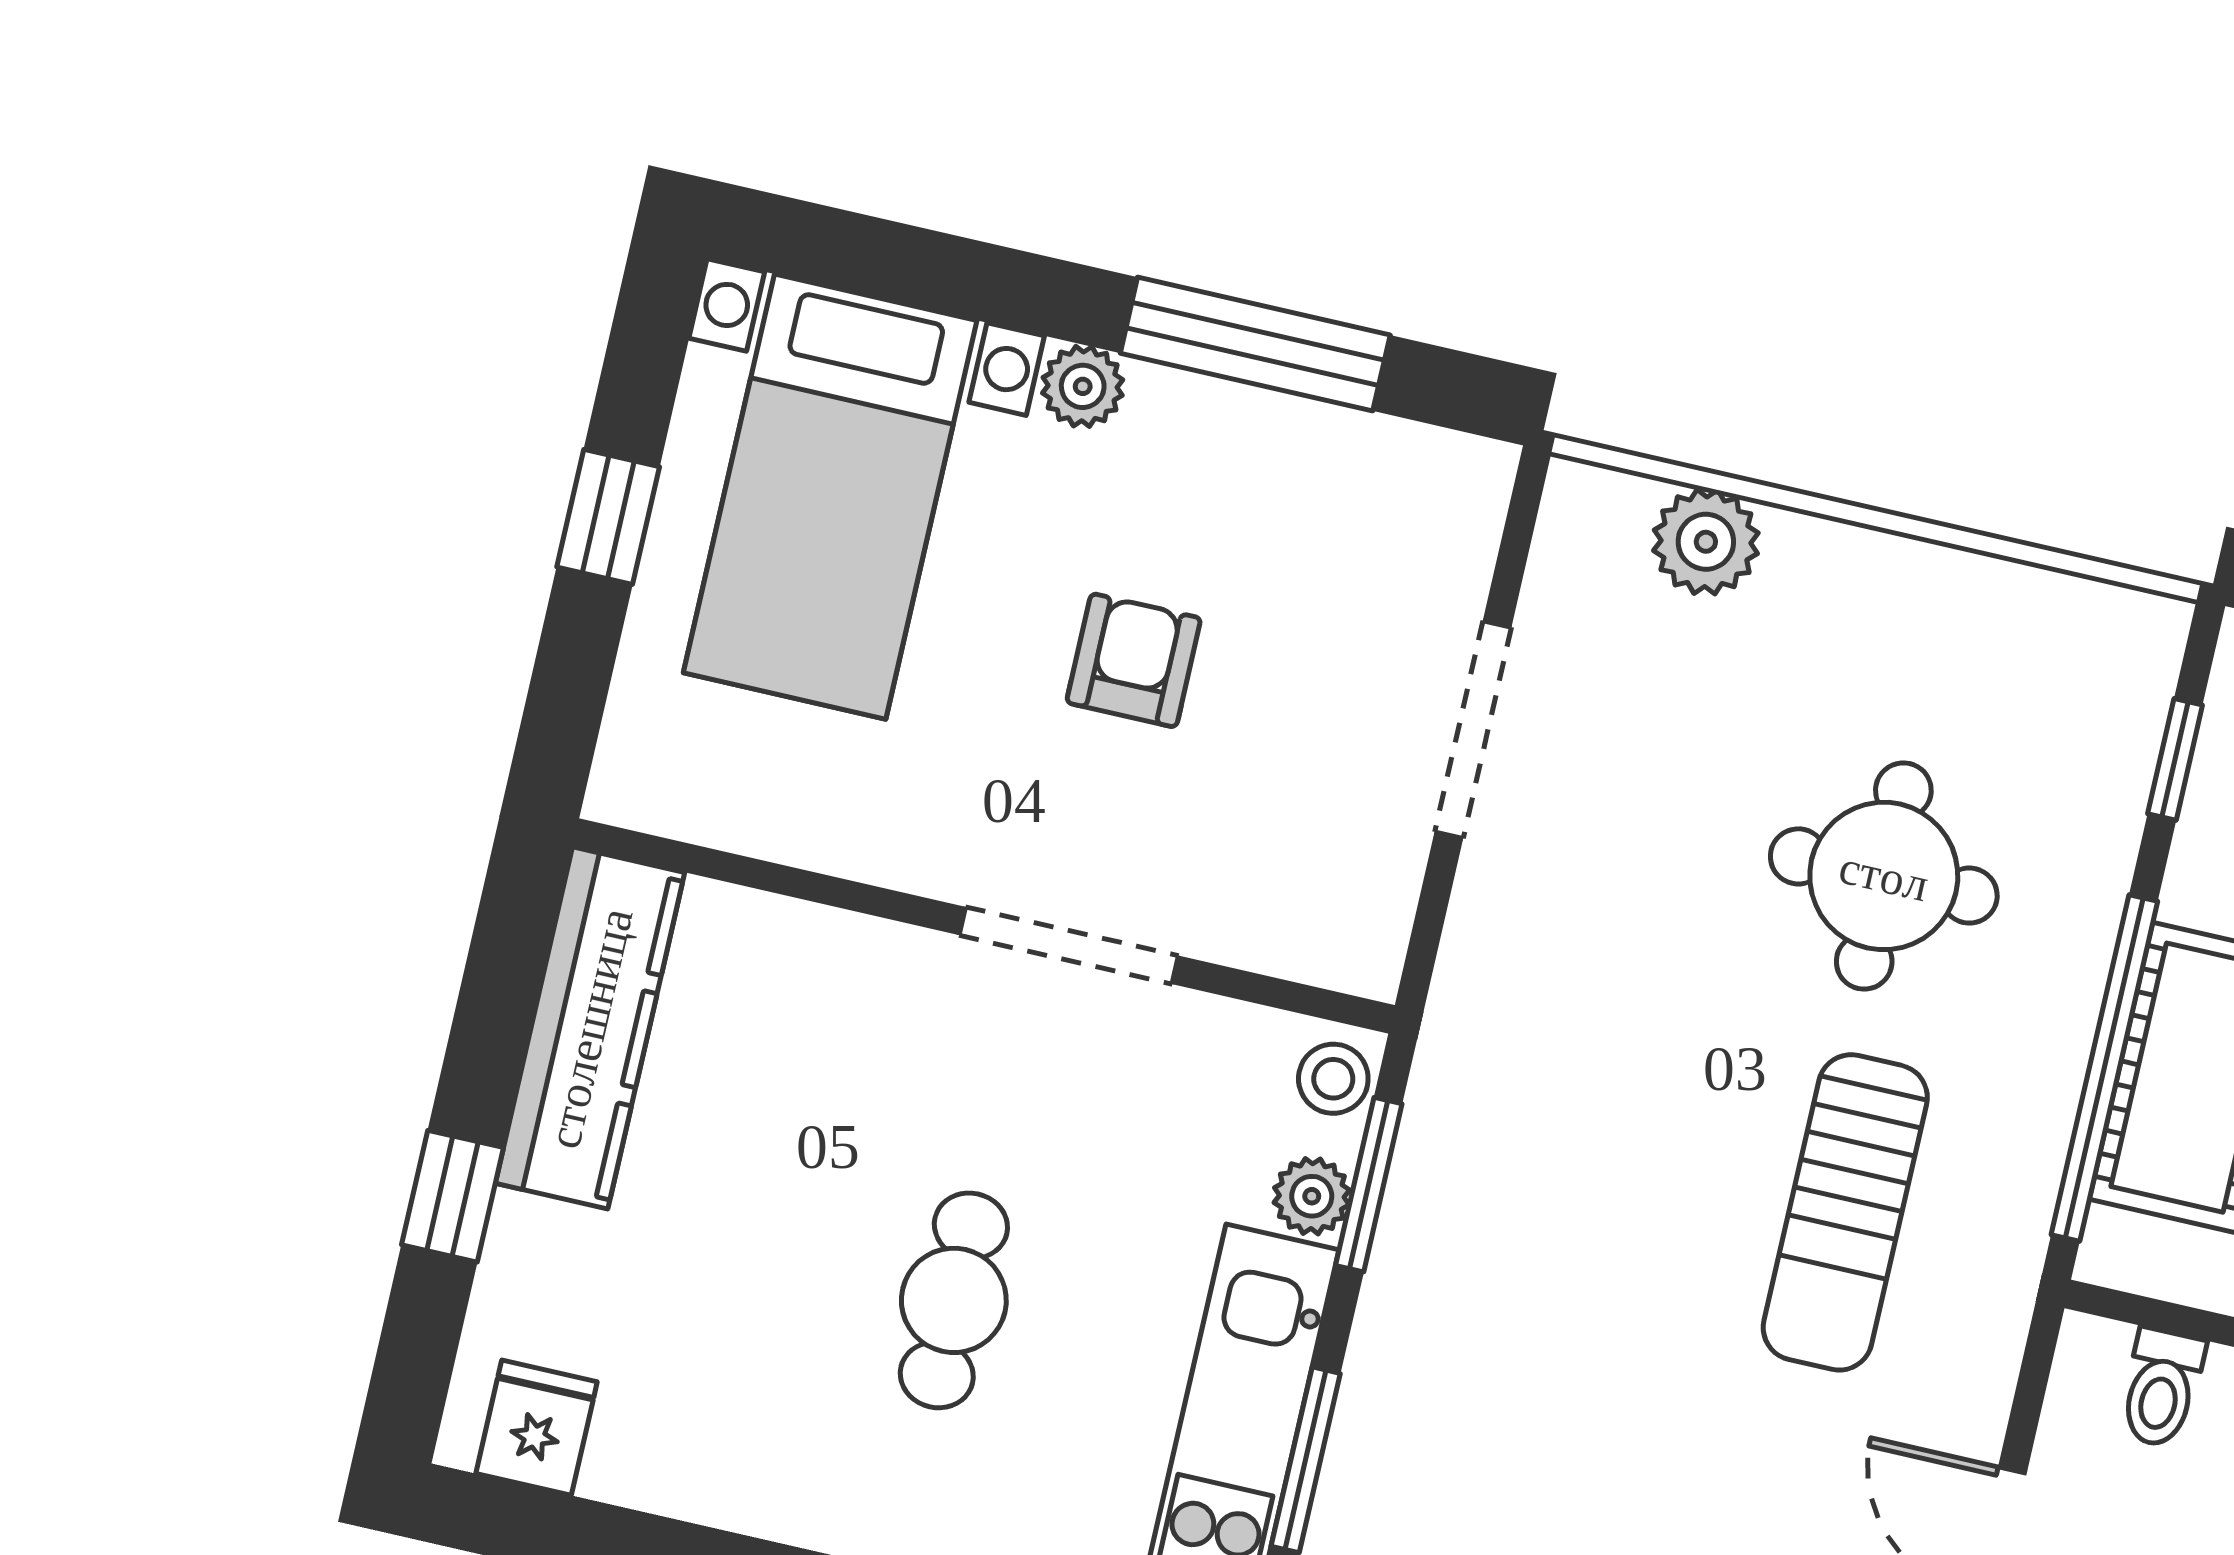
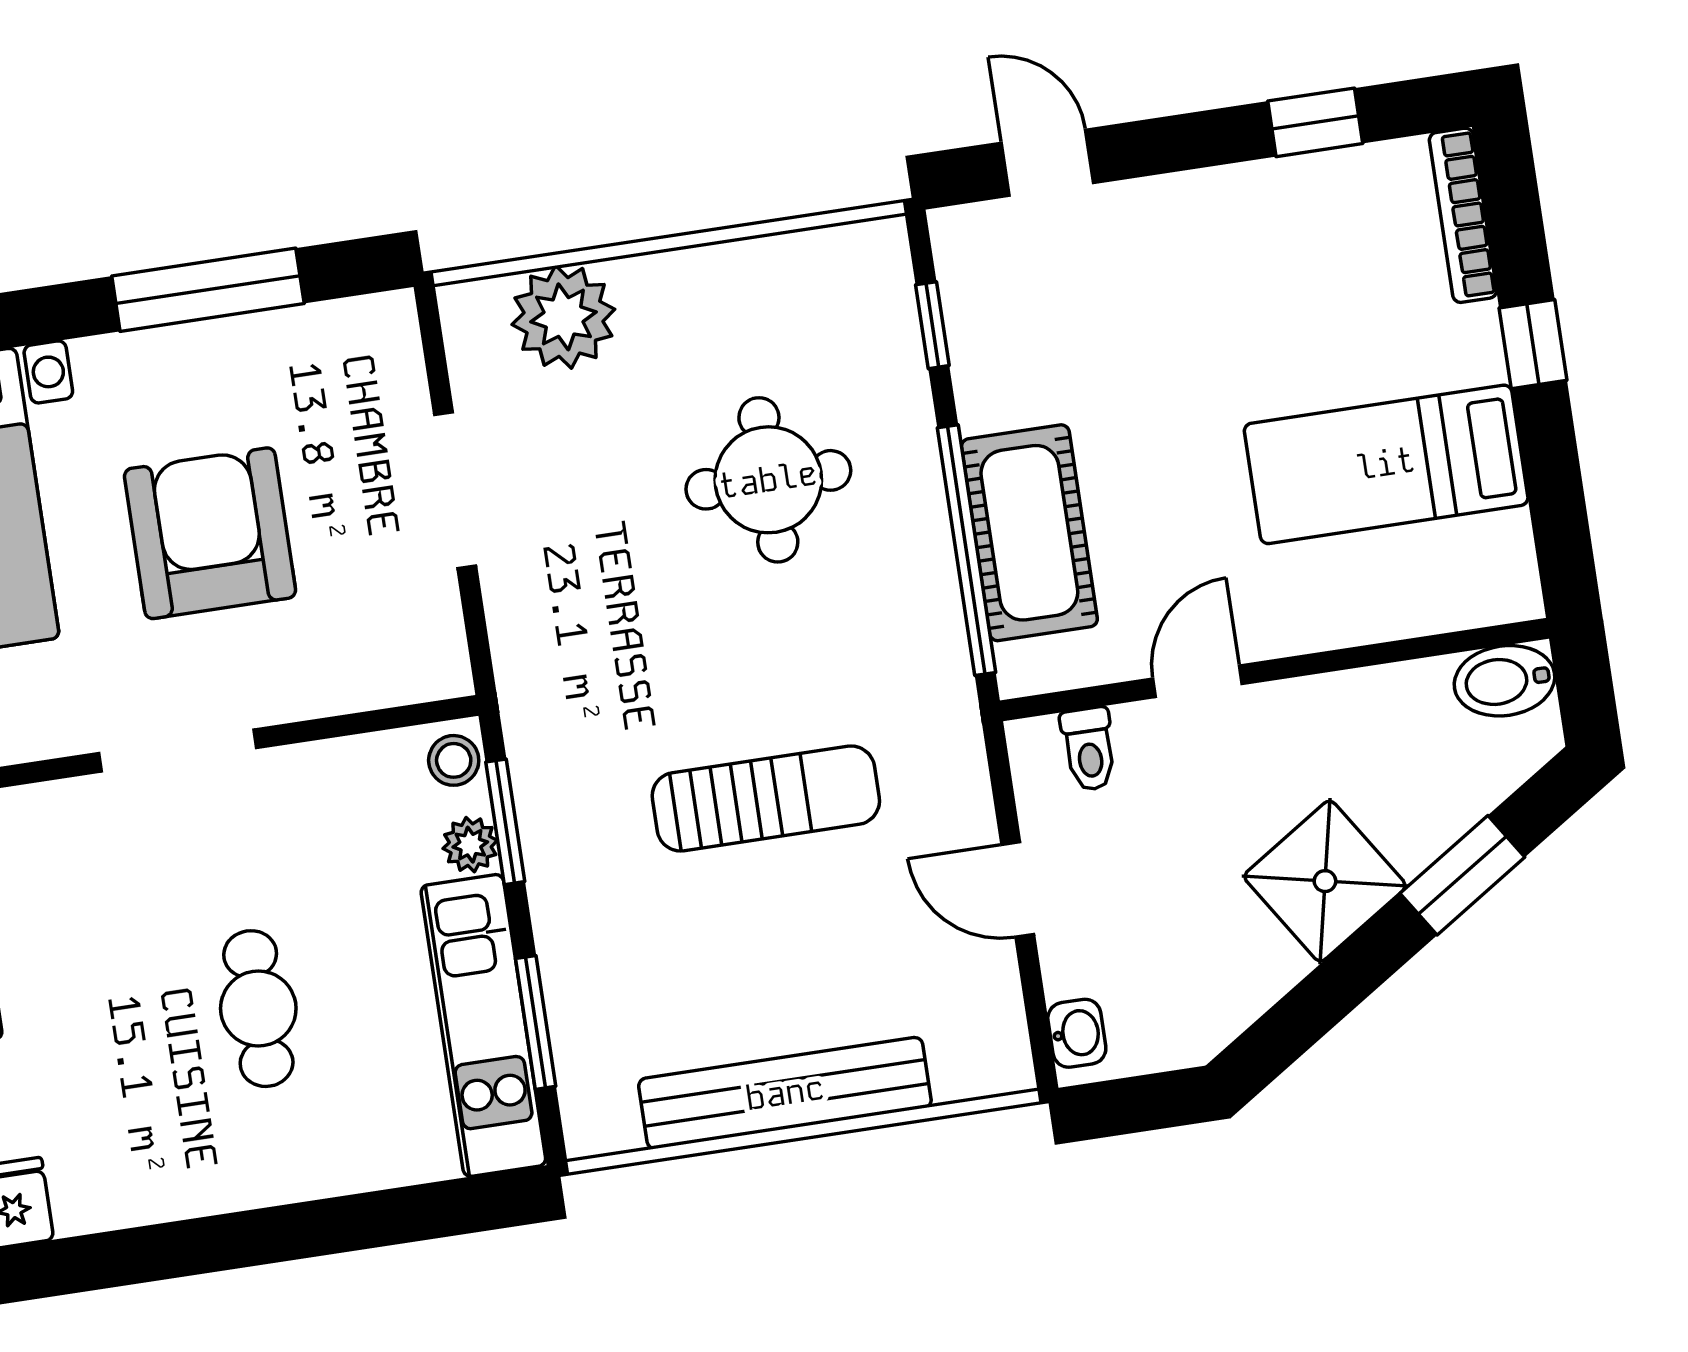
plant: (1083, 386) -> (104, 363), removed
plant: (1706, 542) -> (563, 317), width x1.36, depth x1.36
armchair: (1134, 660) -> (210, 533), width x1.88, depth x1.88
doorway: (1069, 945) -> (178, 751), moved
sun lounger: (1845, 1212) -> (766, 799), moved, turned -90

